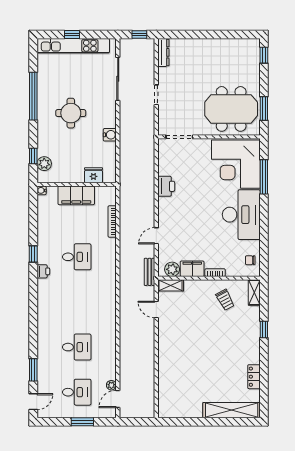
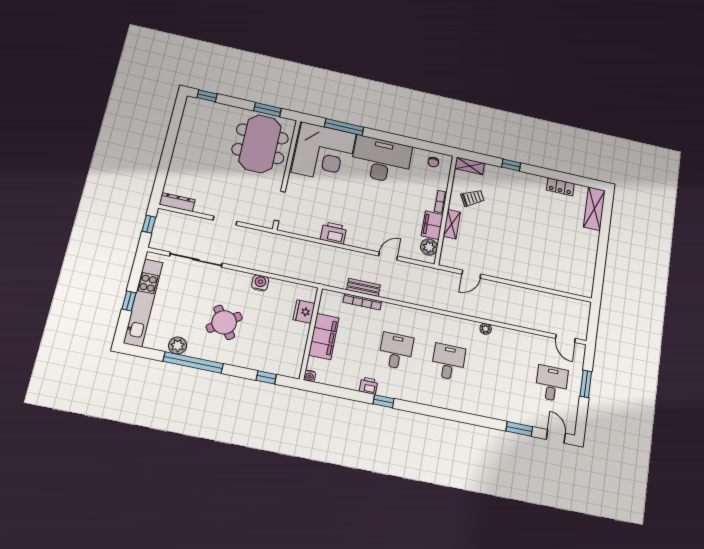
round table: (71, 113) -> (224, 322), turned -35
plant: (44, 164) -> (178, 346), moved
door: (156, 236) -> (388, 256), swing flipped
printer: (43, 271) -> (369, 386), moved
bench: (150, 272) -> (363, 287), moved
shelving: (171, 285) -> (452, 224), moved
desk: (77, 347) -> (448, 362), moved
plant: (111, 385) -> (486, 329), moved
shelving: (232, 410) -> (594, 209), width x0.68

